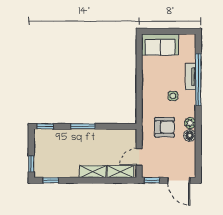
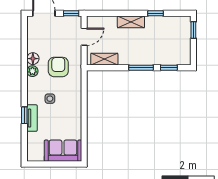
window: (198, 80) -> (24, 115), width x0.32
window: (45, 126) -> (169, 68), moved
armchair: (165, 127) -> (58, 67), turned 90
shelving: (121, 172) -> (104, 59), moved
window: (51, 180) -> (156, 13), moved

